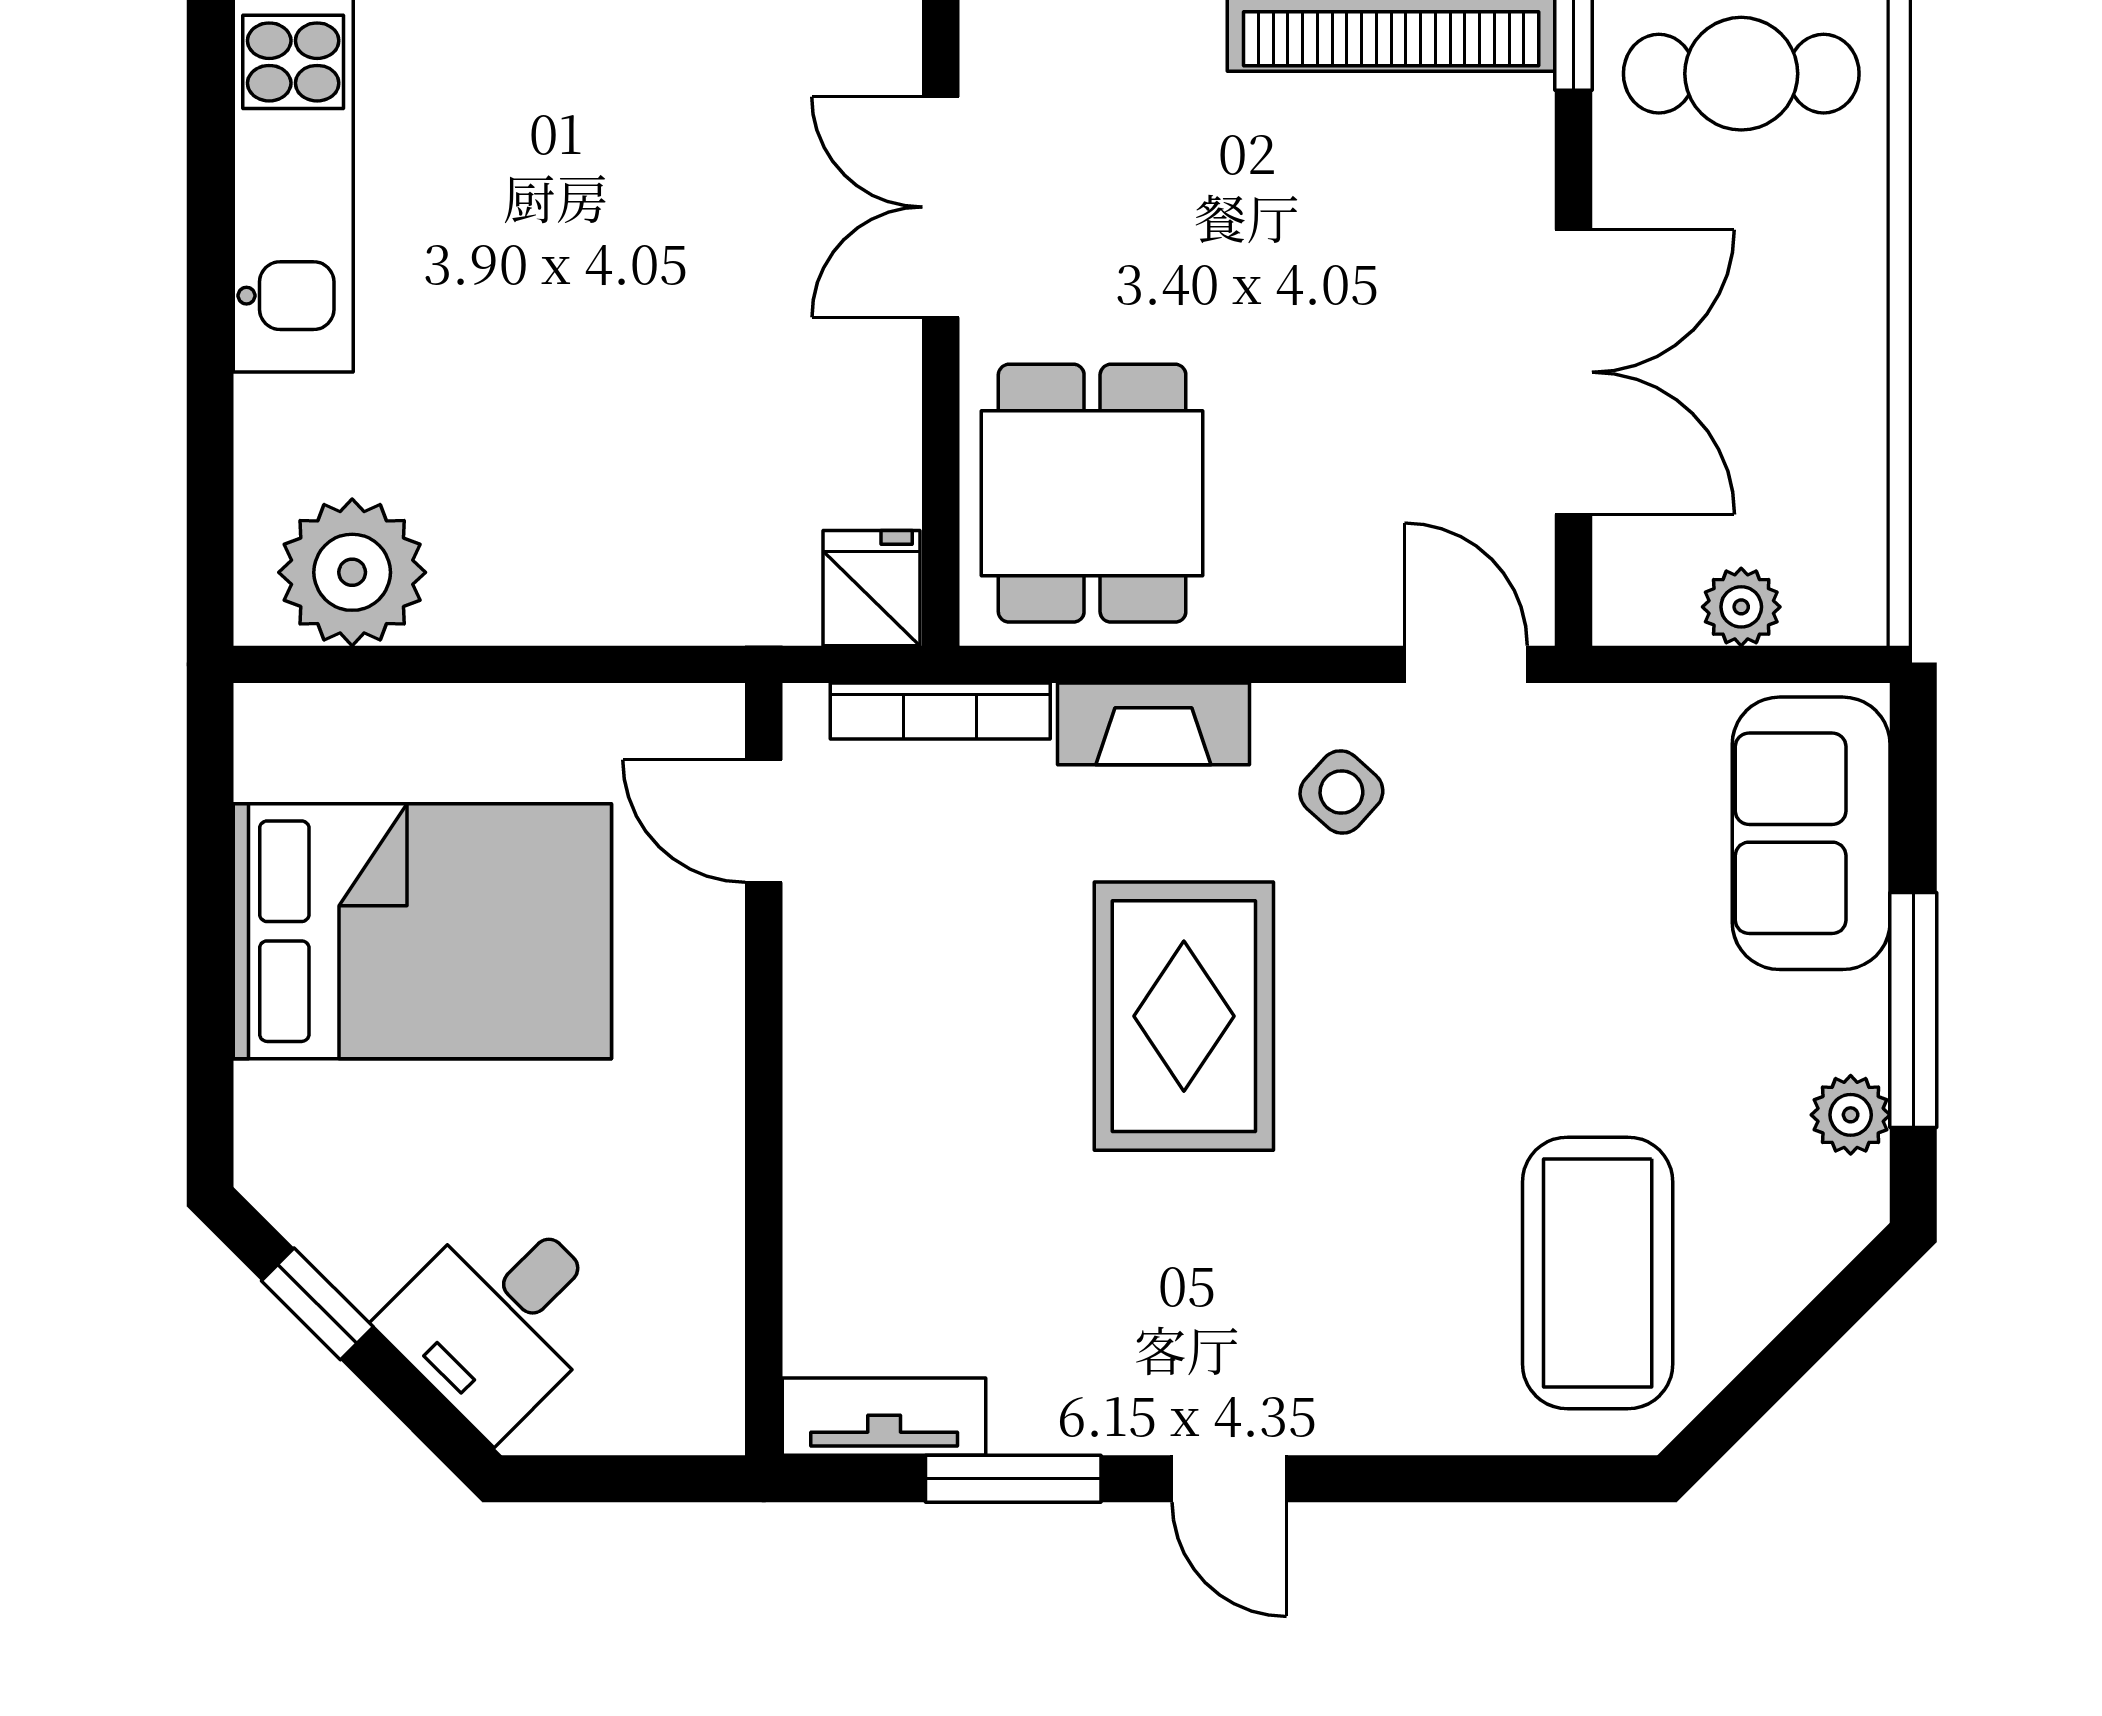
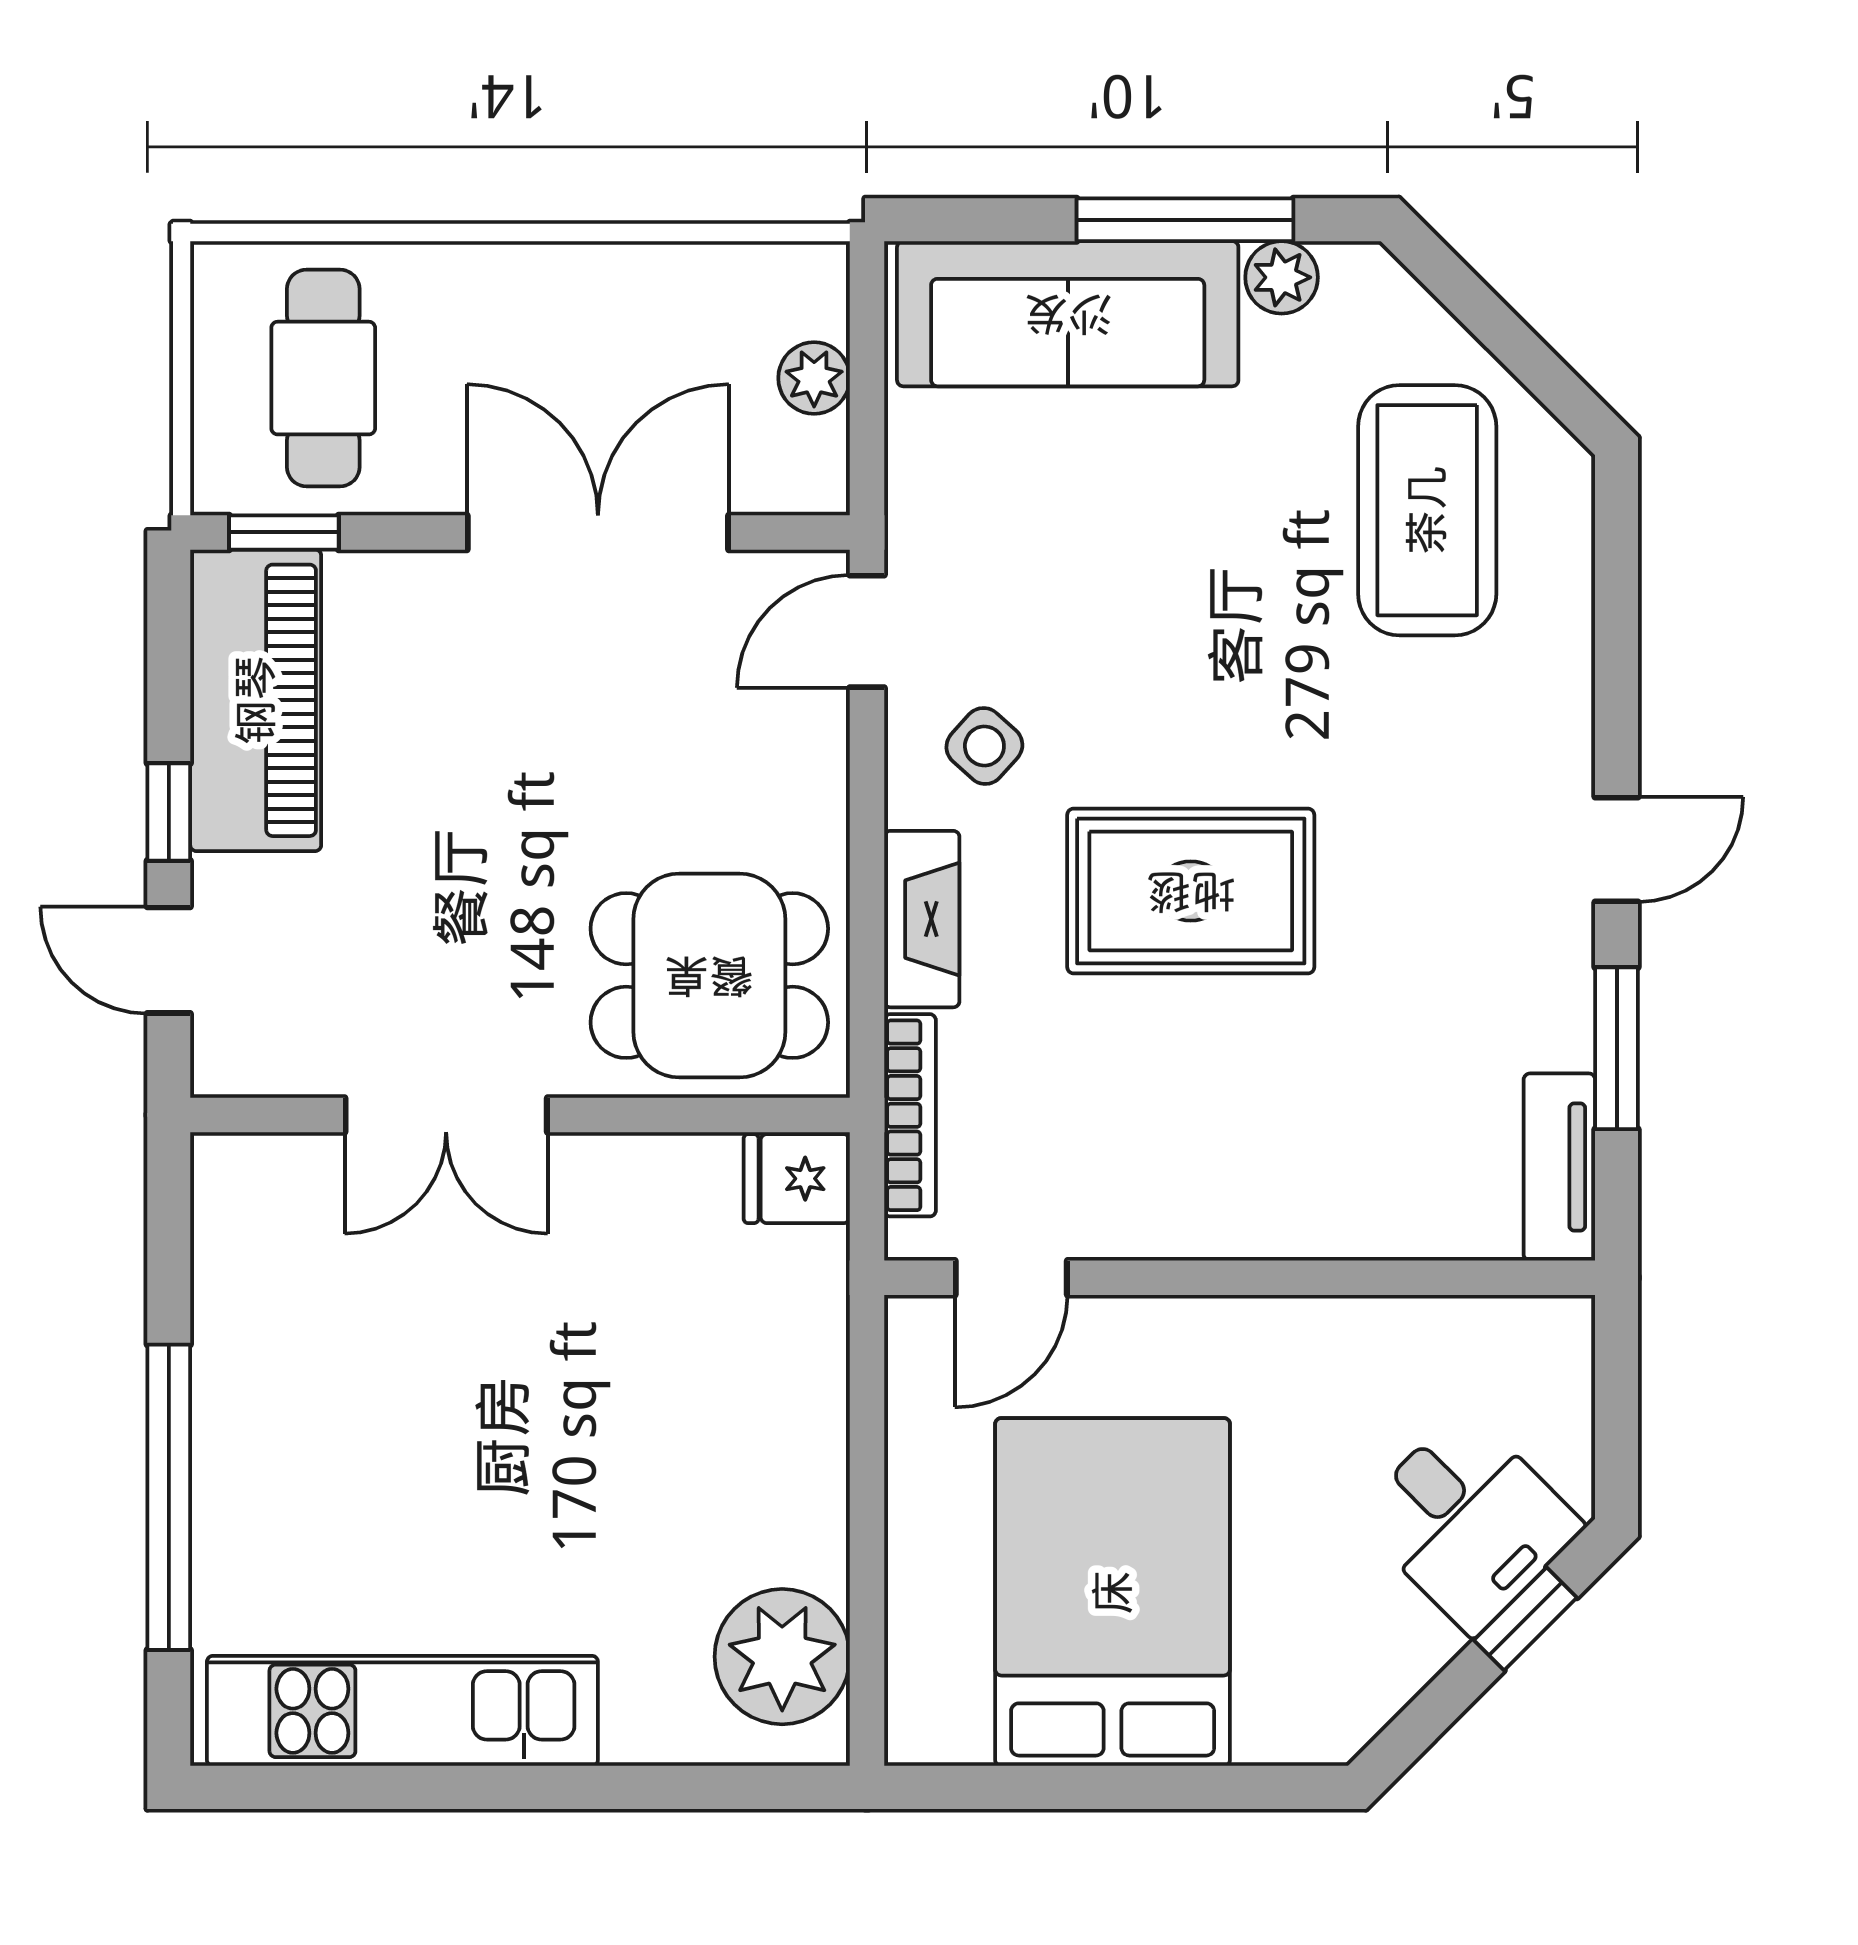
sofa: (1811, 833) -> (1068, 314), width x1.36
coffee table: (1598, 1273) -> (1427, 510), turned 90
window: (317, 1304) -> (1525, 1619), moved

